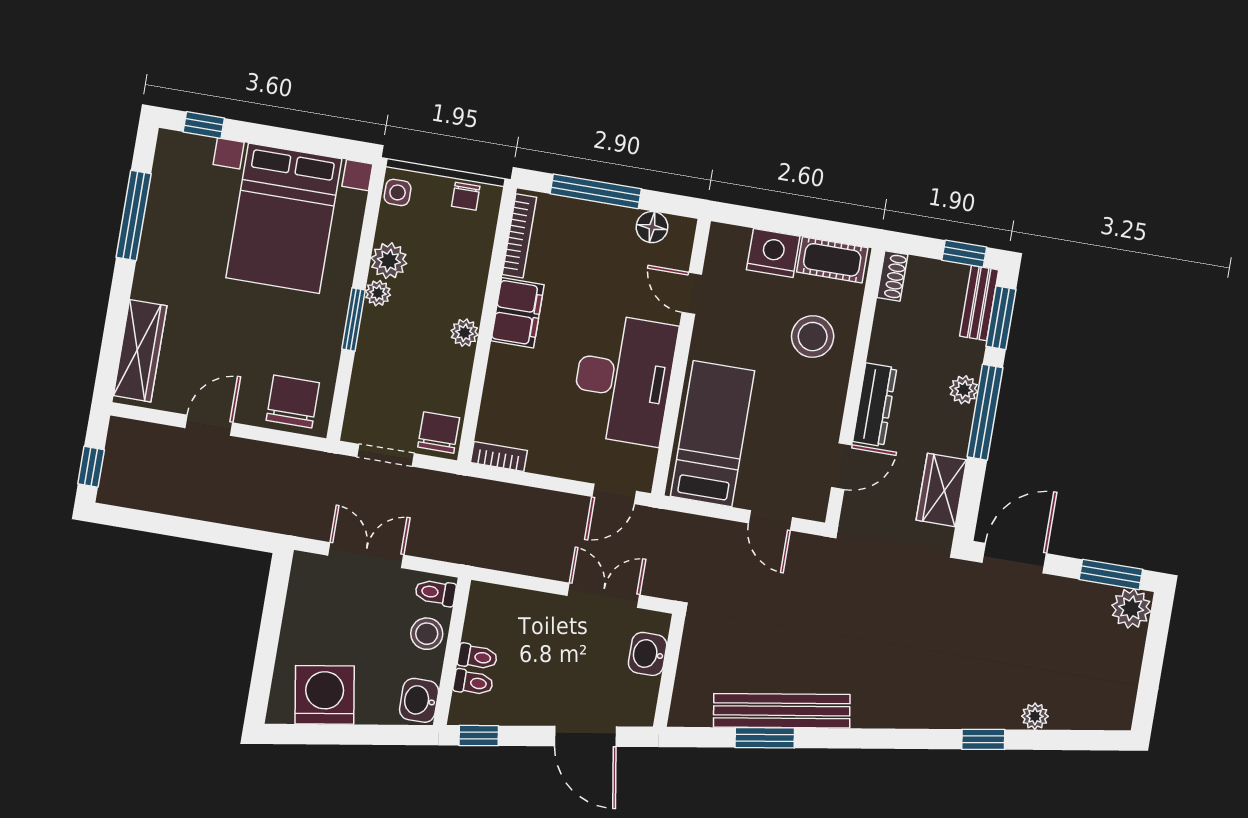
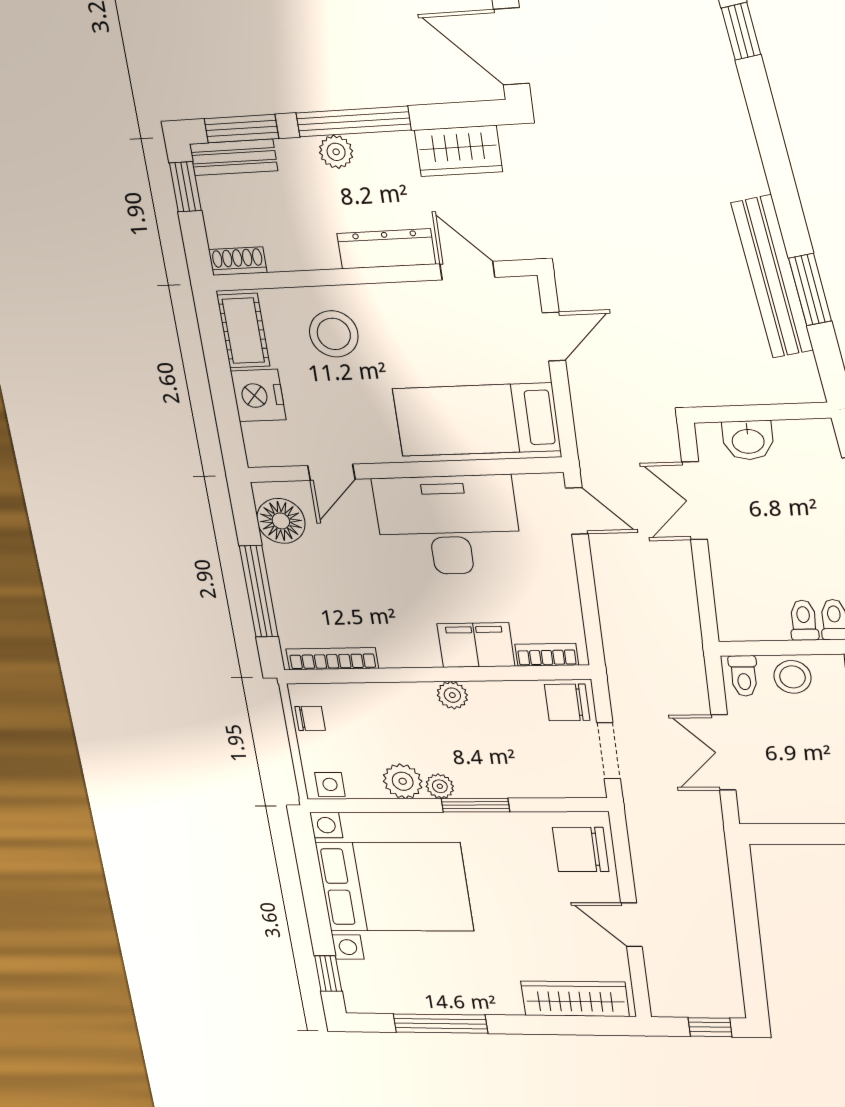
floor lamp: (652, 227) -> (281, 521), width x1.38, depth x1.38
filing cabinet: (518, 313) -> (476, 645), moved
bookcase: (499, 456) -> (547, 655), moved, turned 90

